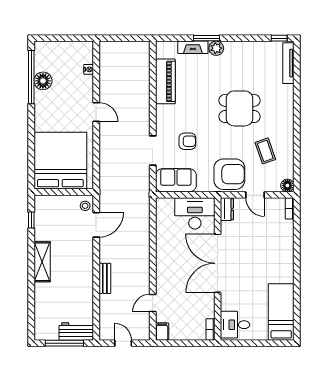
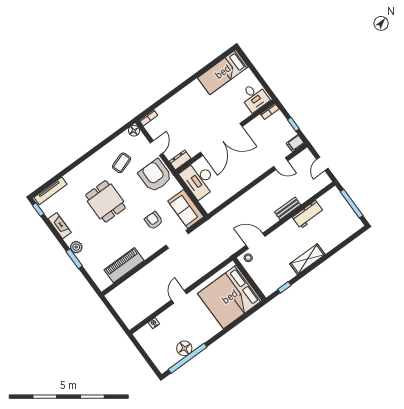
fireplace: (193, 47) -> (60, 226), moved
workbench: (76, 331) -> (308, 215), moved, turned -90
window: (182, 343) -> (293, 124), added

